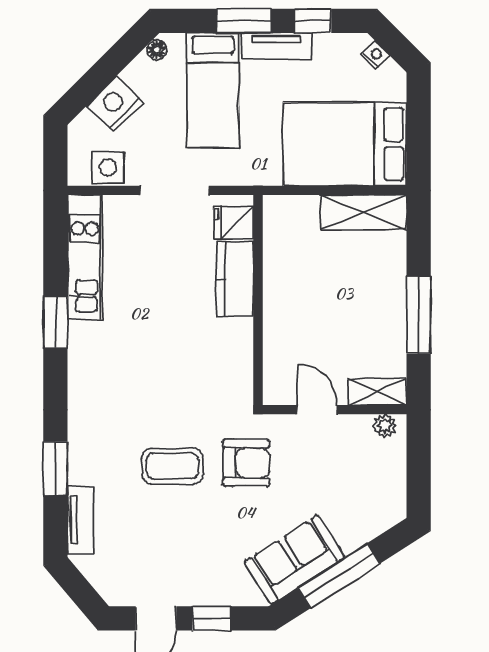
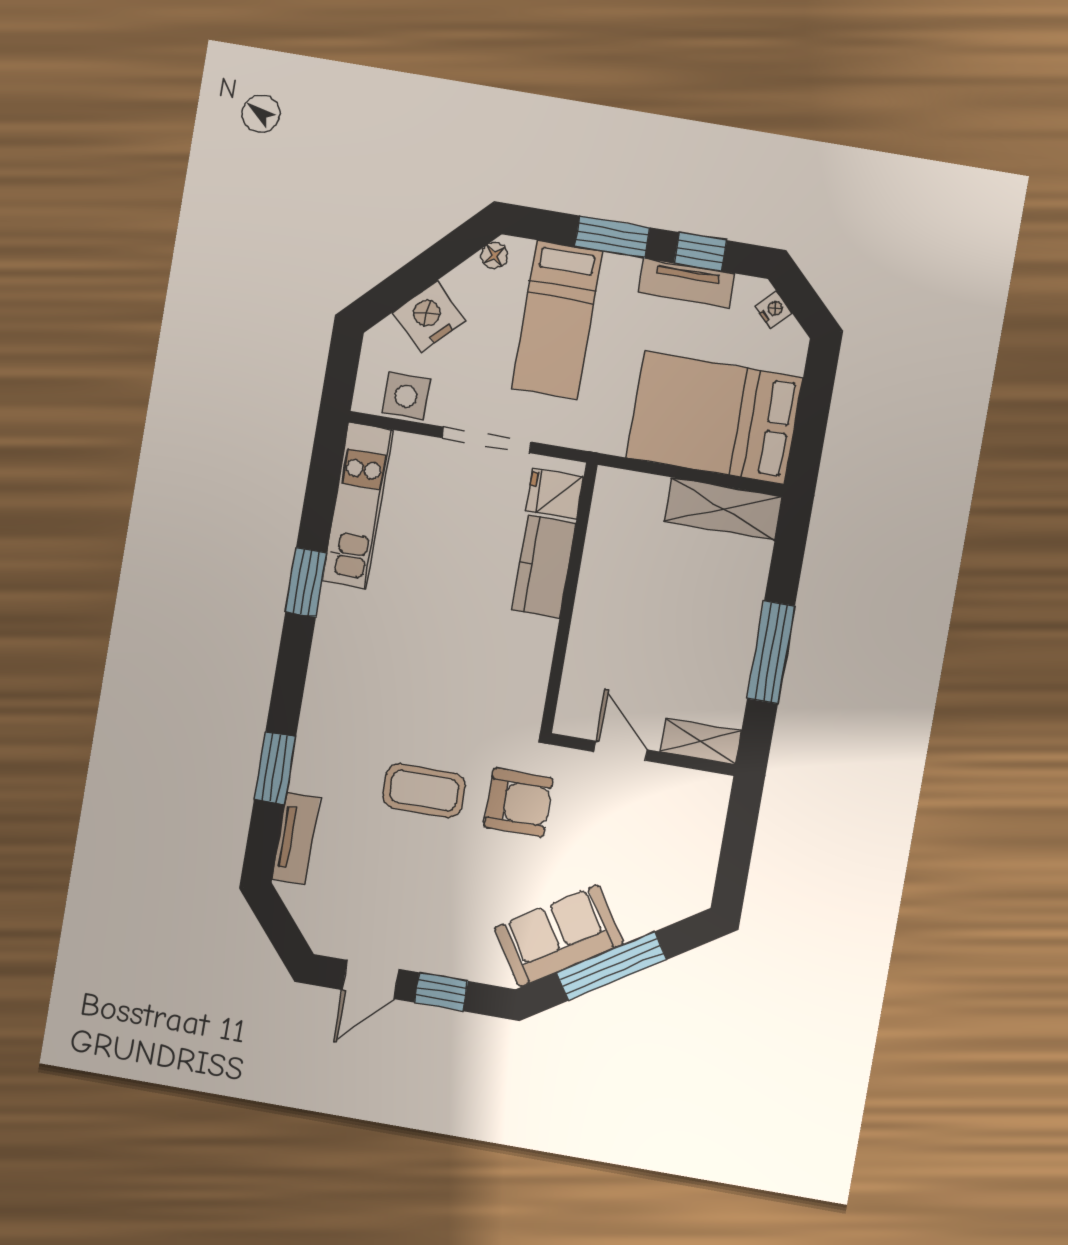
tv unit: (276, 46) -> (687, 283), moved
plant: (385, 426) -> (703, 786), removed

